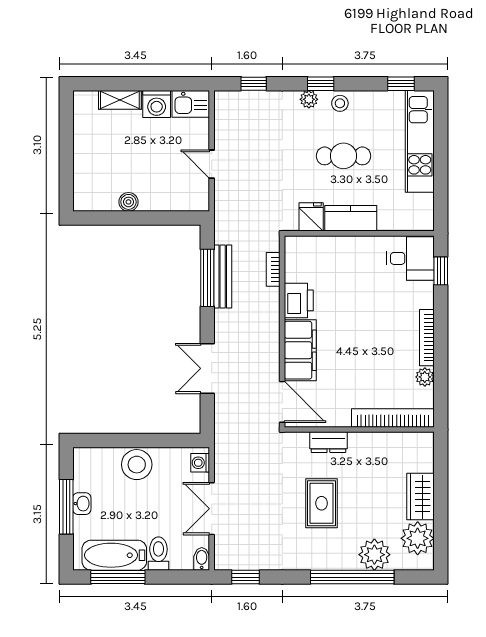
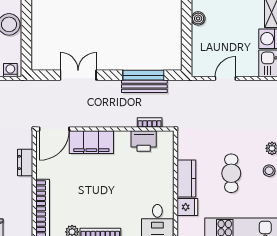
fridge: (311, 217) -> (187, 207), moved
printer: (299, 300) -> (144, 141), moved

